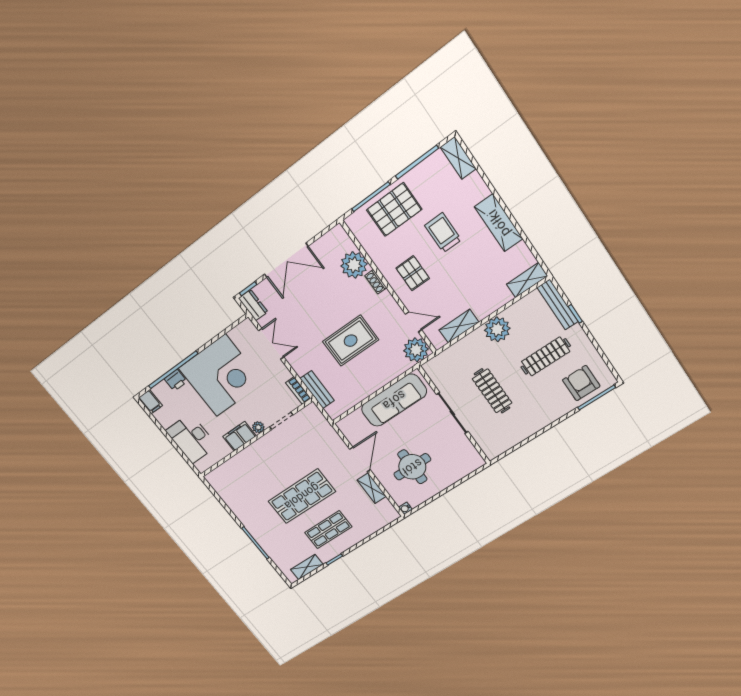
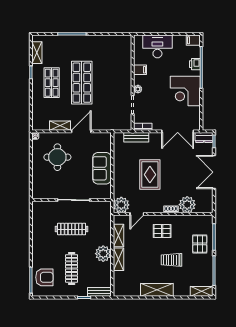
pallet: (394, 210) -> (200, 244), width x0.67, depth x0.71
trolley: (443, 233) -> (171, 260), turned 180
shelving: (527, 280) -> (118, 259), moved
bench: (558, 305) -> (99, 292), width x0.73
double door: (271, 344) -> (178, 131), width x1.37
corner desk: (221, 376) -> (185, 91), width x0.74, depth x0.74
sofa: (394, 400) -> (102, 168), width x0.73
filing cabinet: (239, 436) -> (140, 70), width x0.50
door: (360, 459) -> (81, 131), swing flipped

